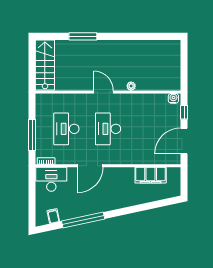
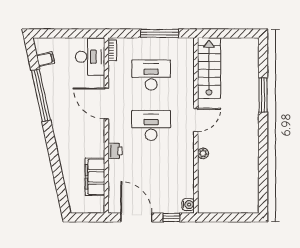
stairs: (45, 65) -> (209, 68), moved, turned -90
window: (32, 135) -> (160, 33), moved
printer: (129, 159) -> (115, 151), added

